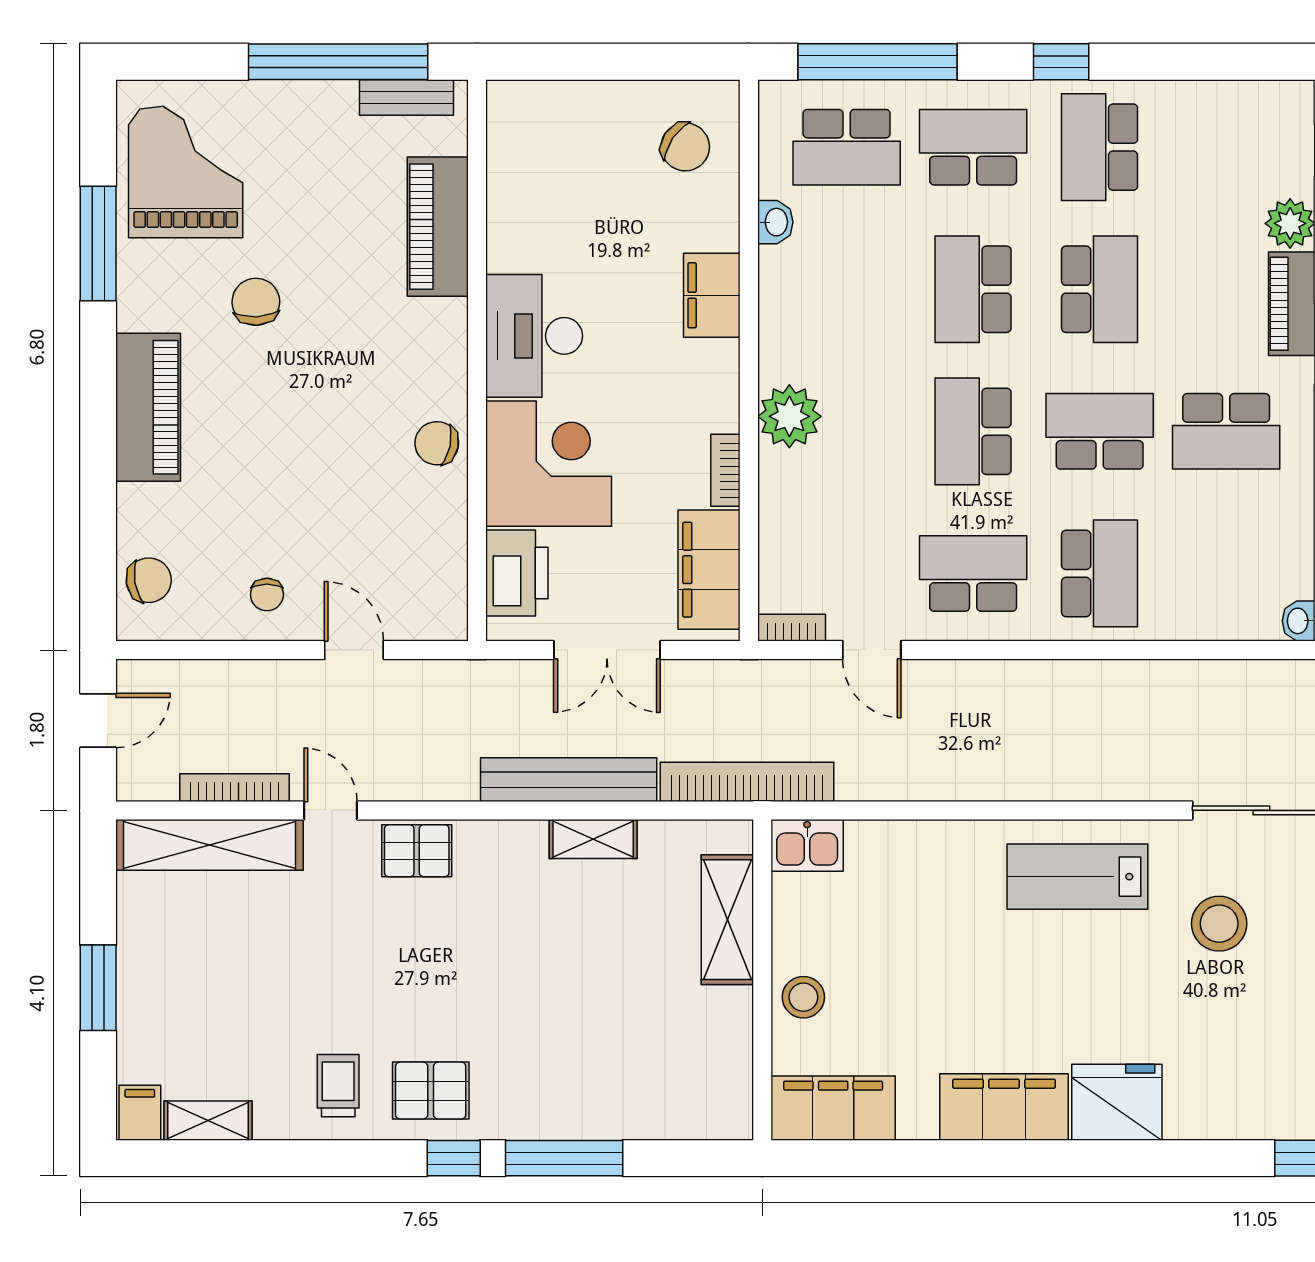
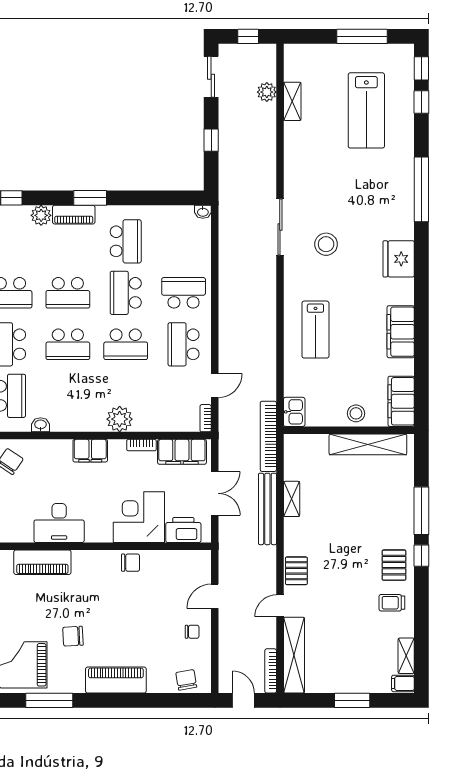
school desk: (1100, 289) -> (68, 293), turned 180
filing cabinet: (712, 295) -> (90, 451), moved
desk: (534, 336) -> (59, 523), moved
chair: (437, 443) -> (131, 563), turned -102
bookcase: (235, 788) -> (271, 671), moved
lab bench: (1077, 877) -> (315, 330), moved
shelving: (727, 920) -> (368, 444), moved, width x1.47
fridge: (1117, 1102) -> (399, 259), moved

